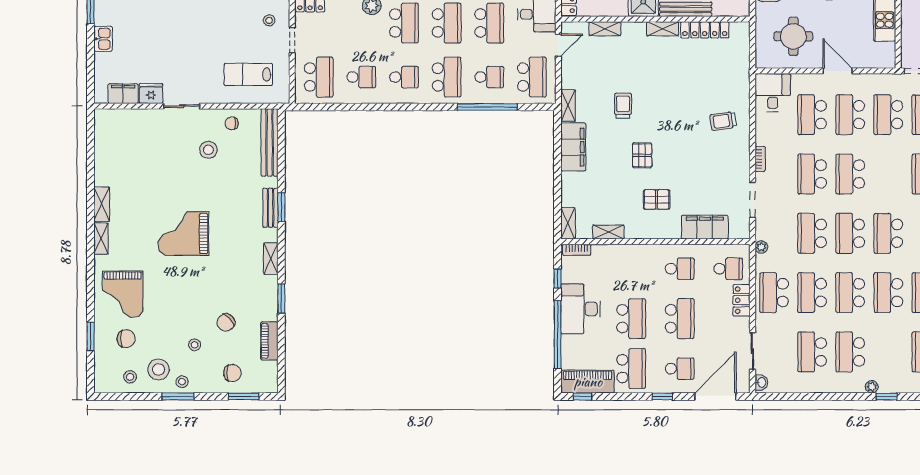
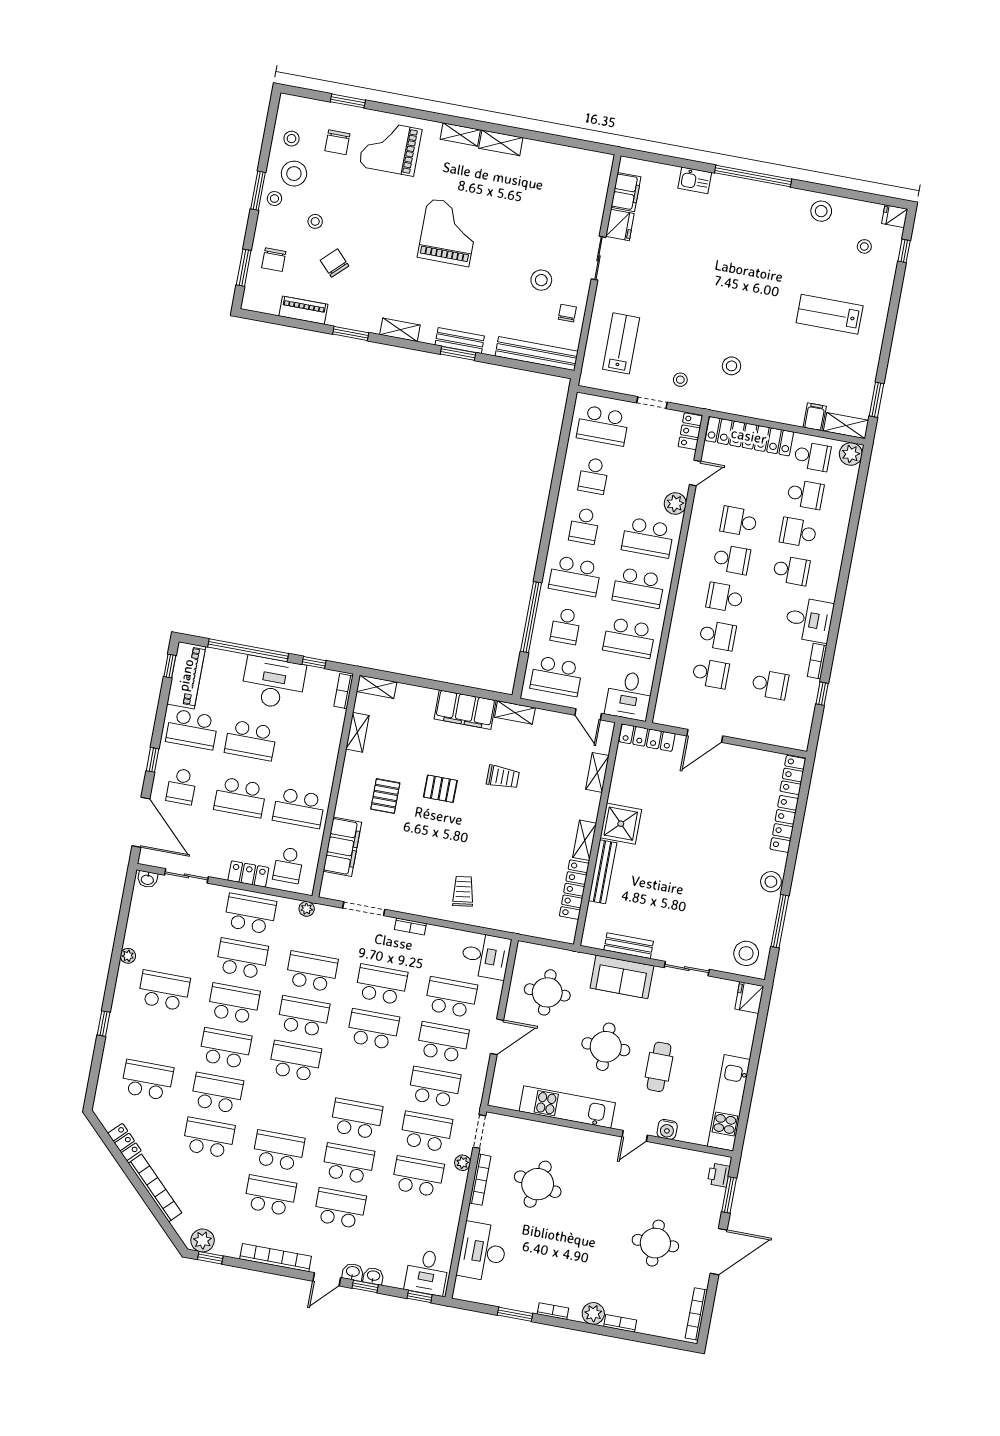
school desk: (680, 269) -> (299, 808), width x1.85
school desk: (812, 352) -> (172, 946), removed
plant: (872, 387) -> (128, 956), moved

